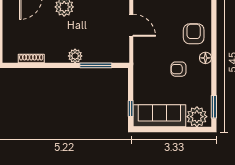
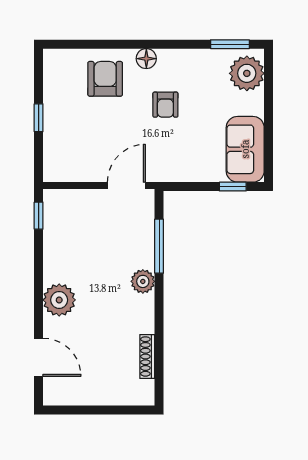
door: (131, 25) -> (126, 185), moved
armchair: (194, 34) -> (105, 79), turned 90
sofa: (159, 116) -> (245, 149), width x0.73

